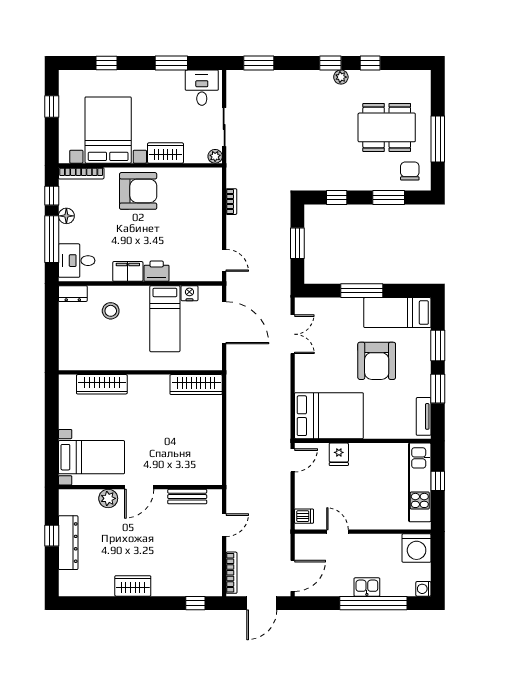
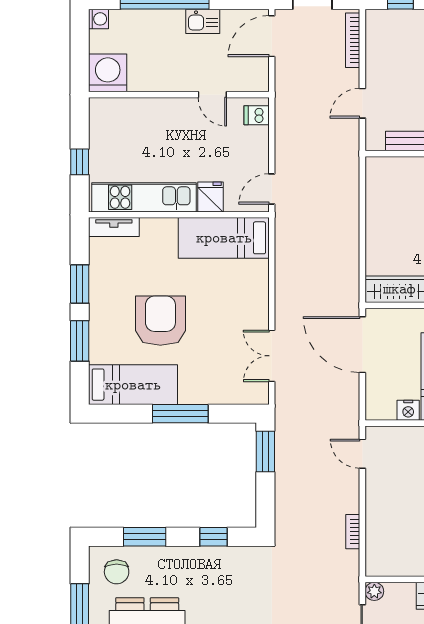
window: (297, 243) -> (265, 452), moved
door: (224, 323) -> (362, 345), moved
bed: (329, 416) -> (224, 238), width x0.67
tv unit: (424, 416) -> (114, 227), moved, turned 90
kitchen unit: (420, 482) -> (144, 197), moved, turned -90
kitchen sink: (367, 587) -> (203, 21), moved

